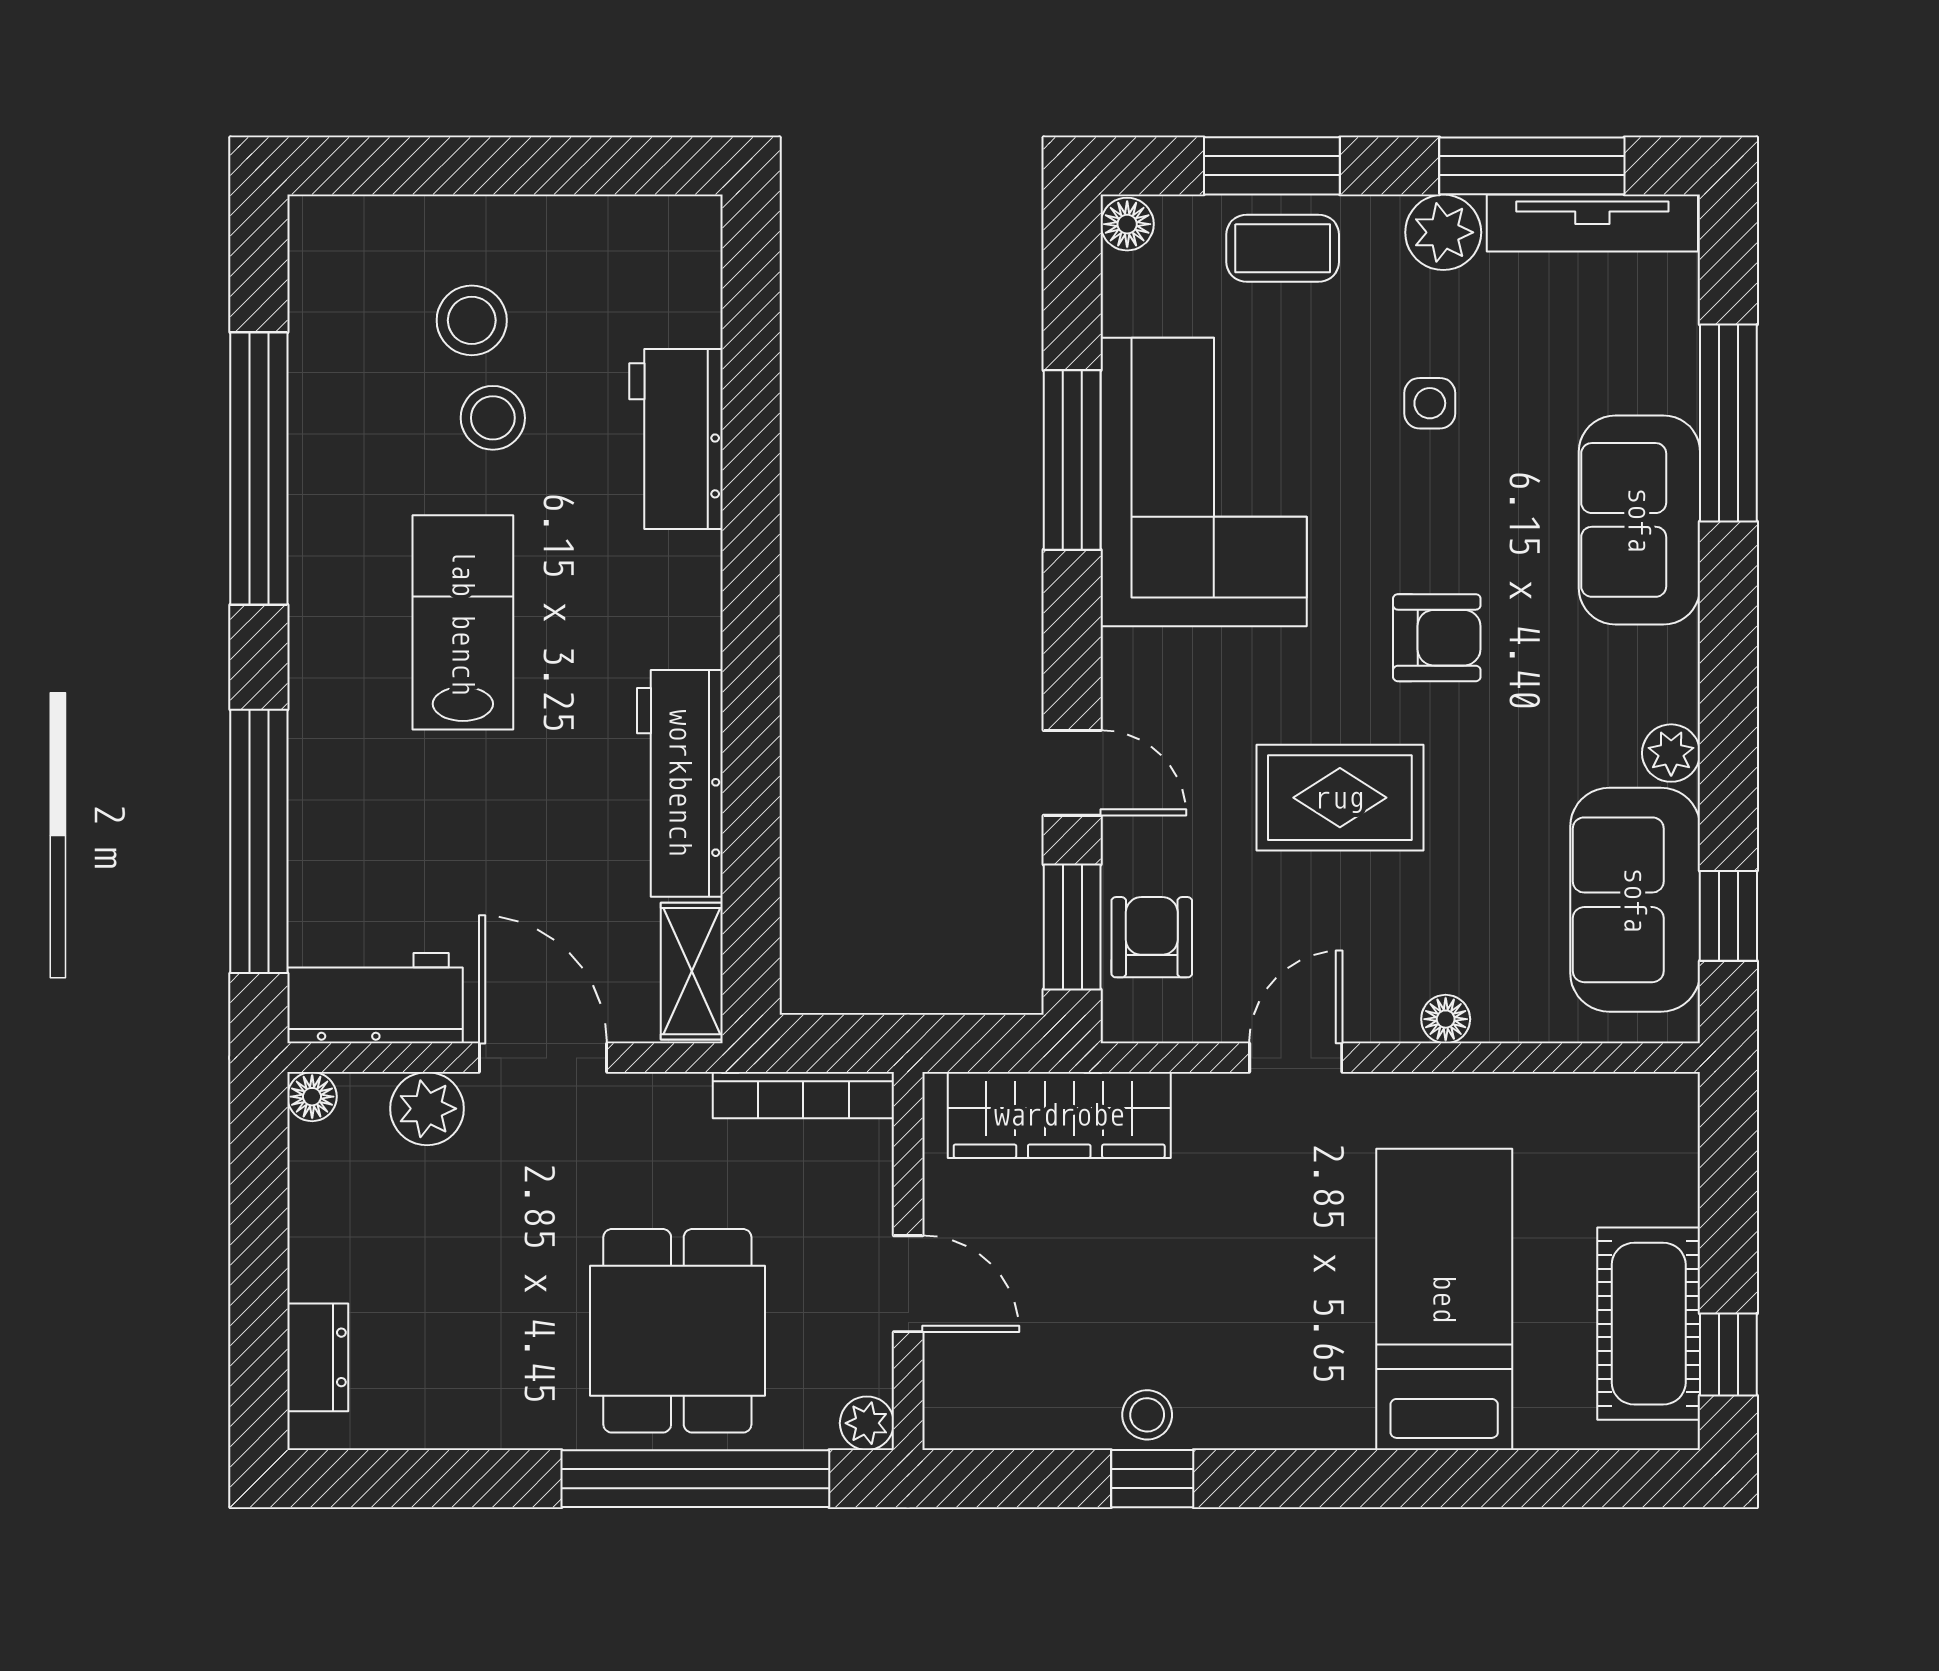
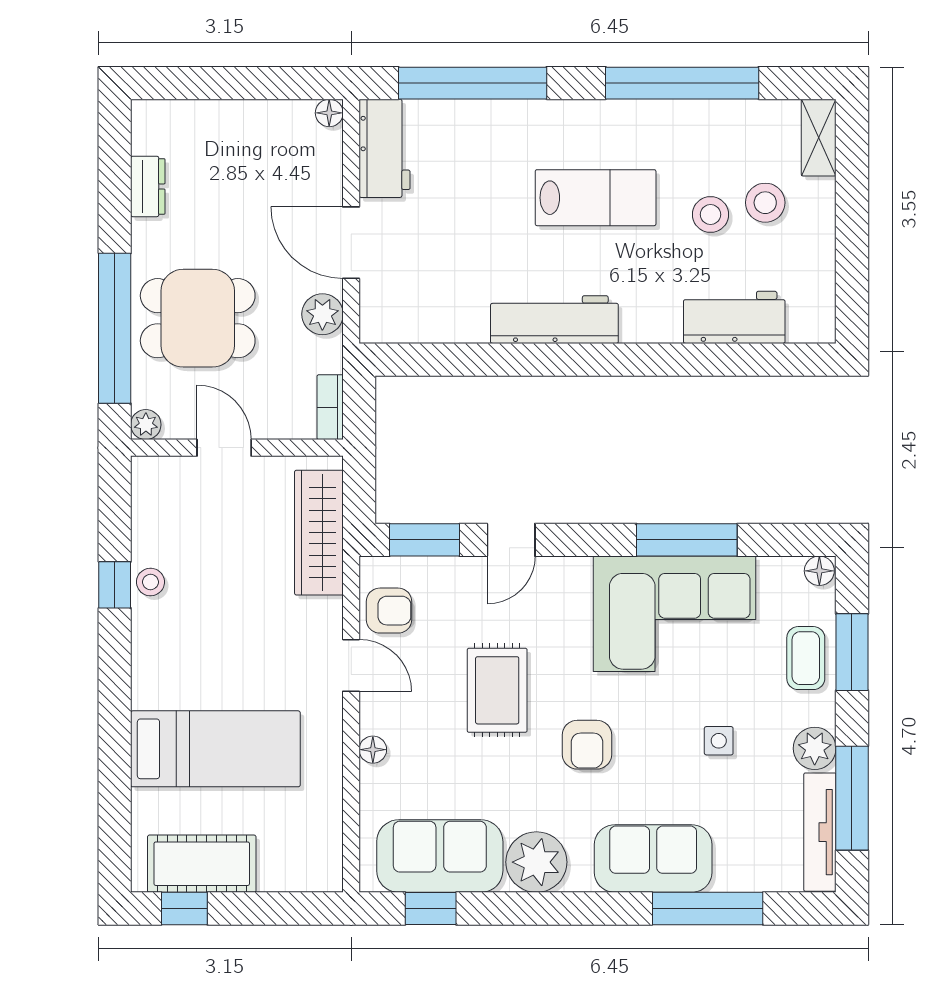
workbench: (676, 439) -> (734, 317), moved
plant: (1671, 753) -> (536, 862), width x1.87, depth x1.87
workbench: (680, 783) -> (554, 320), moved
armchair: (1152, 937) -> (389, 611), moved
shelving: (692, 971) -> (819, 138), moved, turned 90
door: (543, 1058) -> (351, 243), swing flipped
bookcase: (803, 1095) -> (330, 407), width x0.64
plant: (427, 1109) -> (322, 314), moved
door: (908, 1284) -> (224, 448), swing flipped
dresser: (318, 1357) -> (148, 186), moved, turned -90

